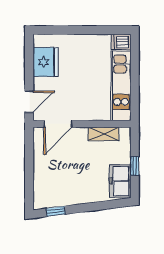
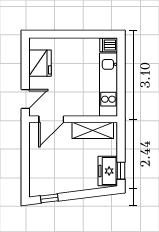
shelving: (104, 134) -> (93, 130), width x1.50, depth x1.33
window: (135, 166) -> (121, 171), moved

